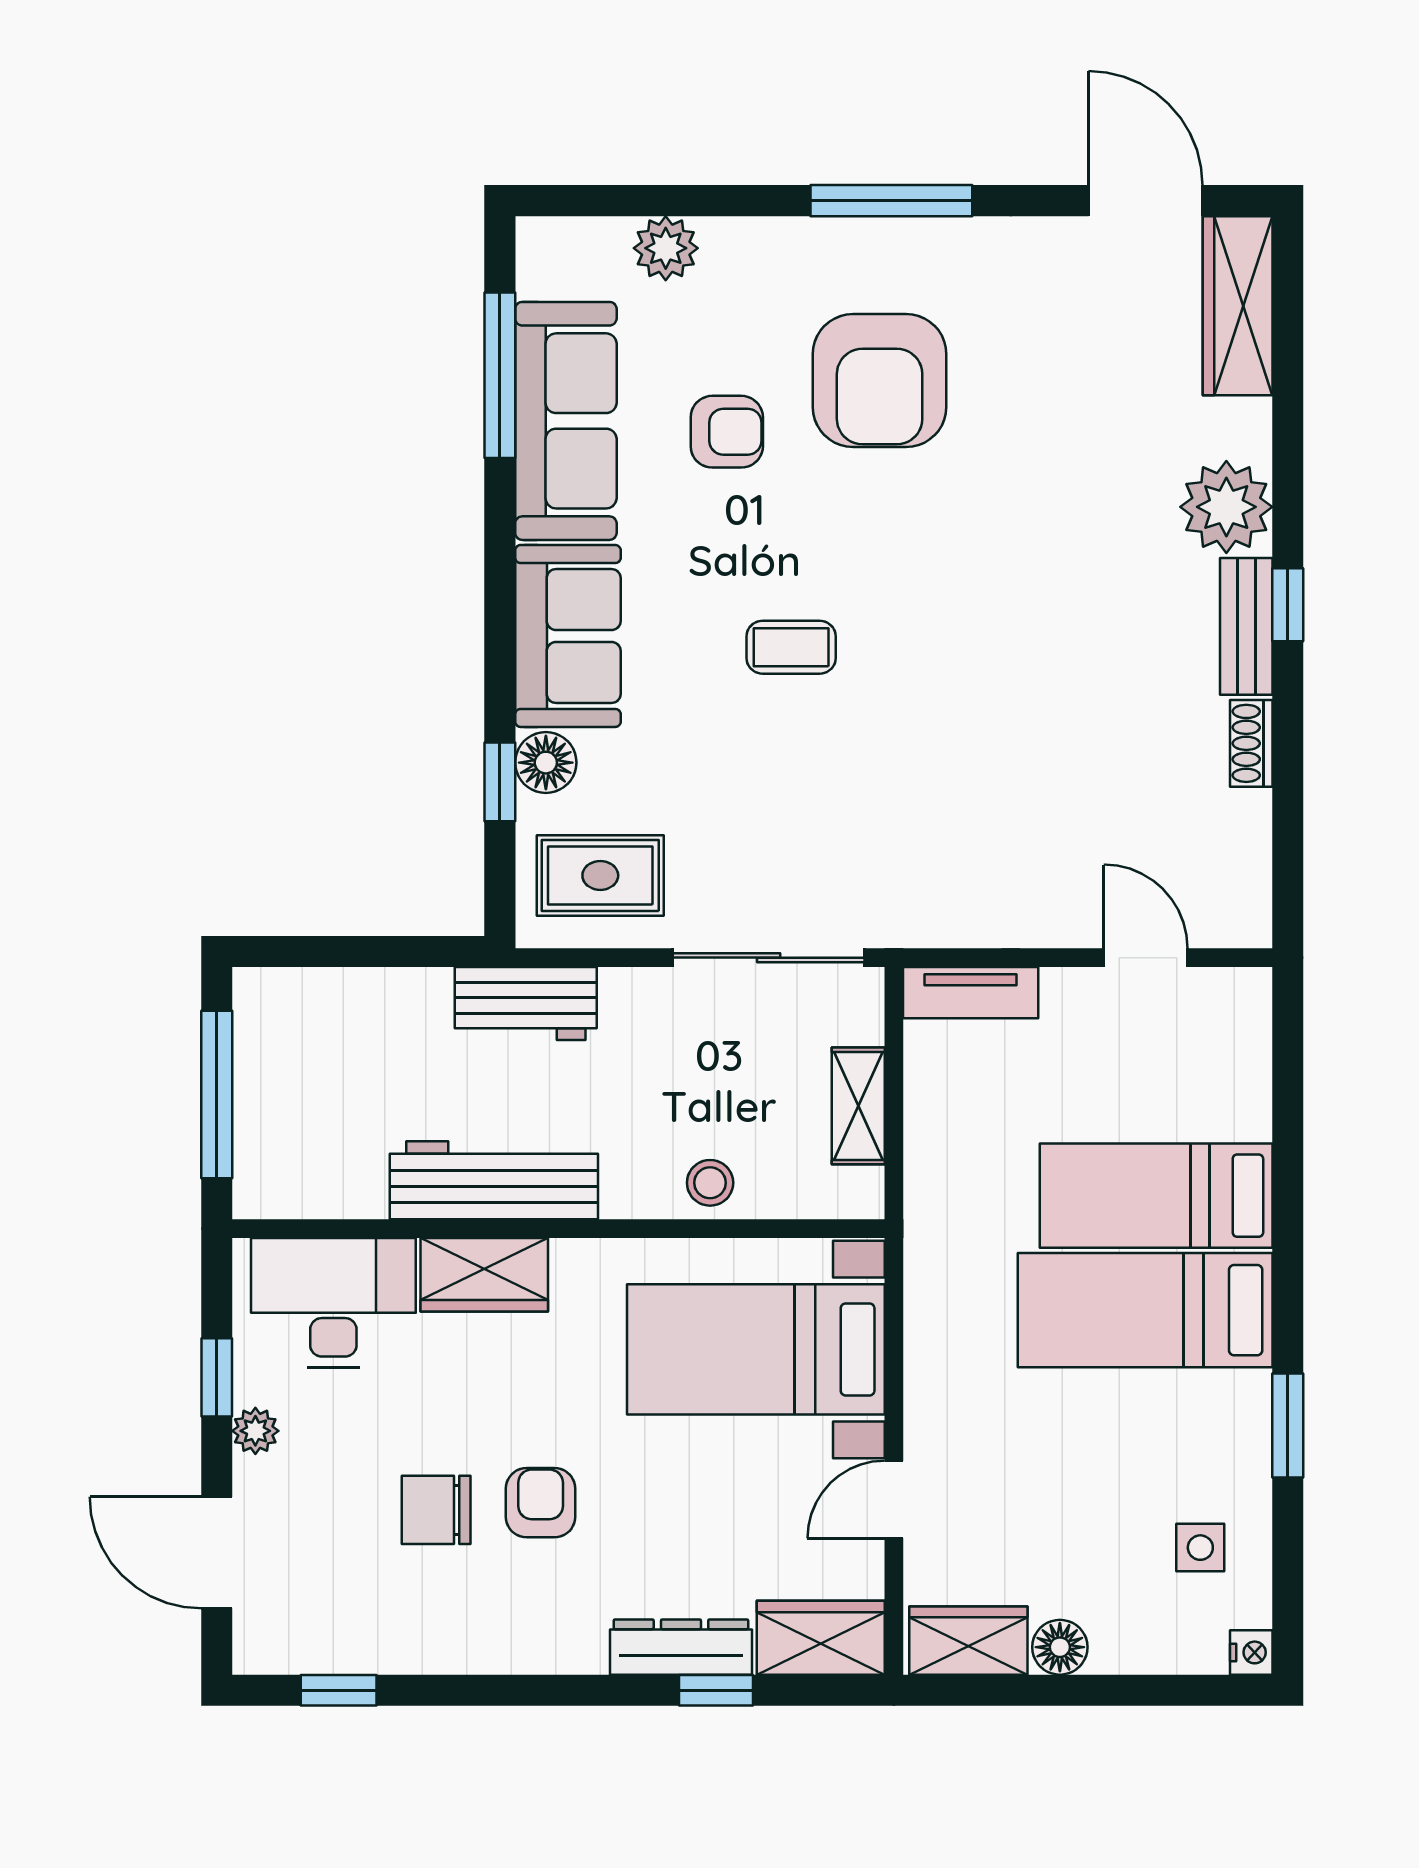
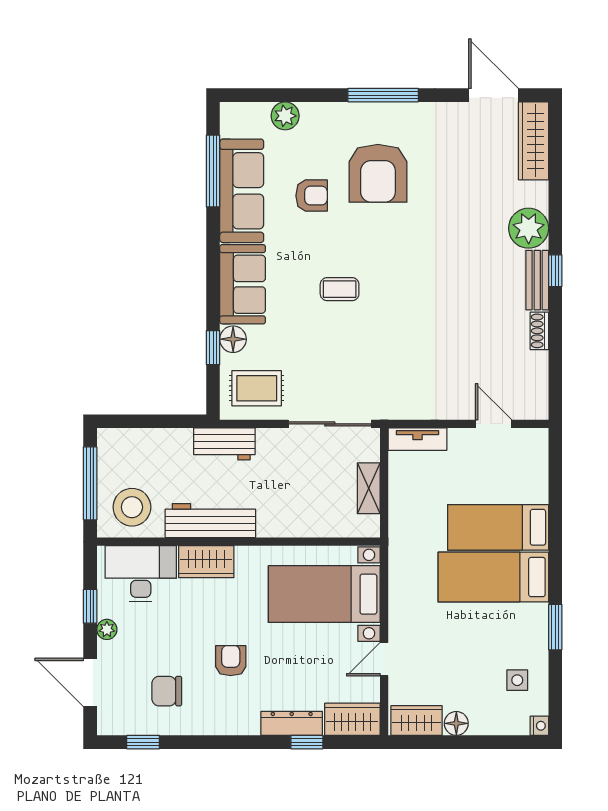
stool: (710, 1183) -> (132, 507), moved, width x1.89, depth x1.89
chair: (436, 1510) -> (167, 691), moved

